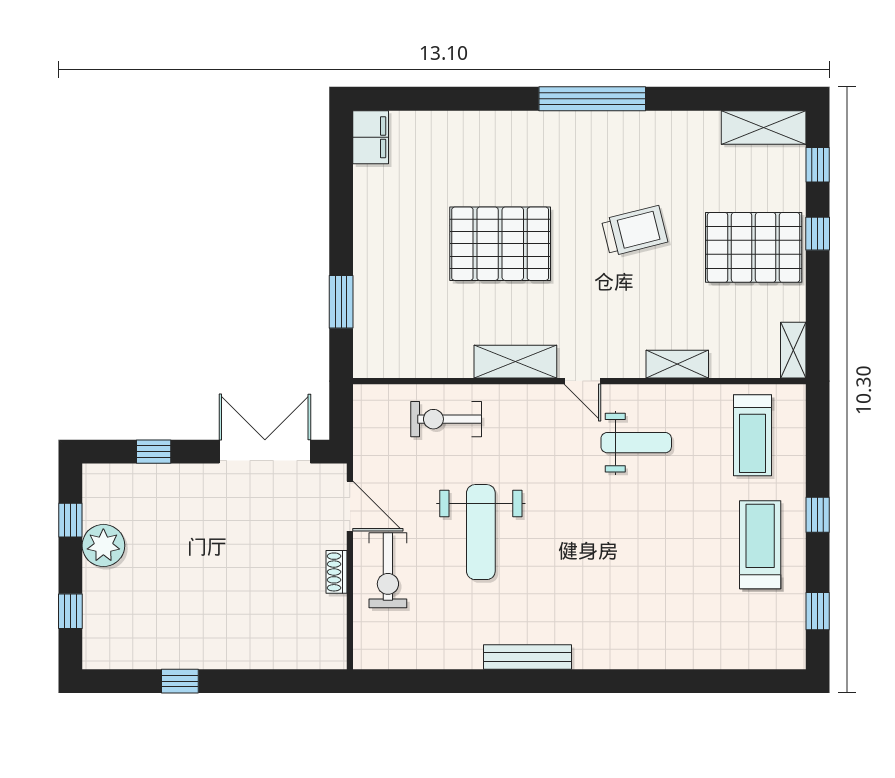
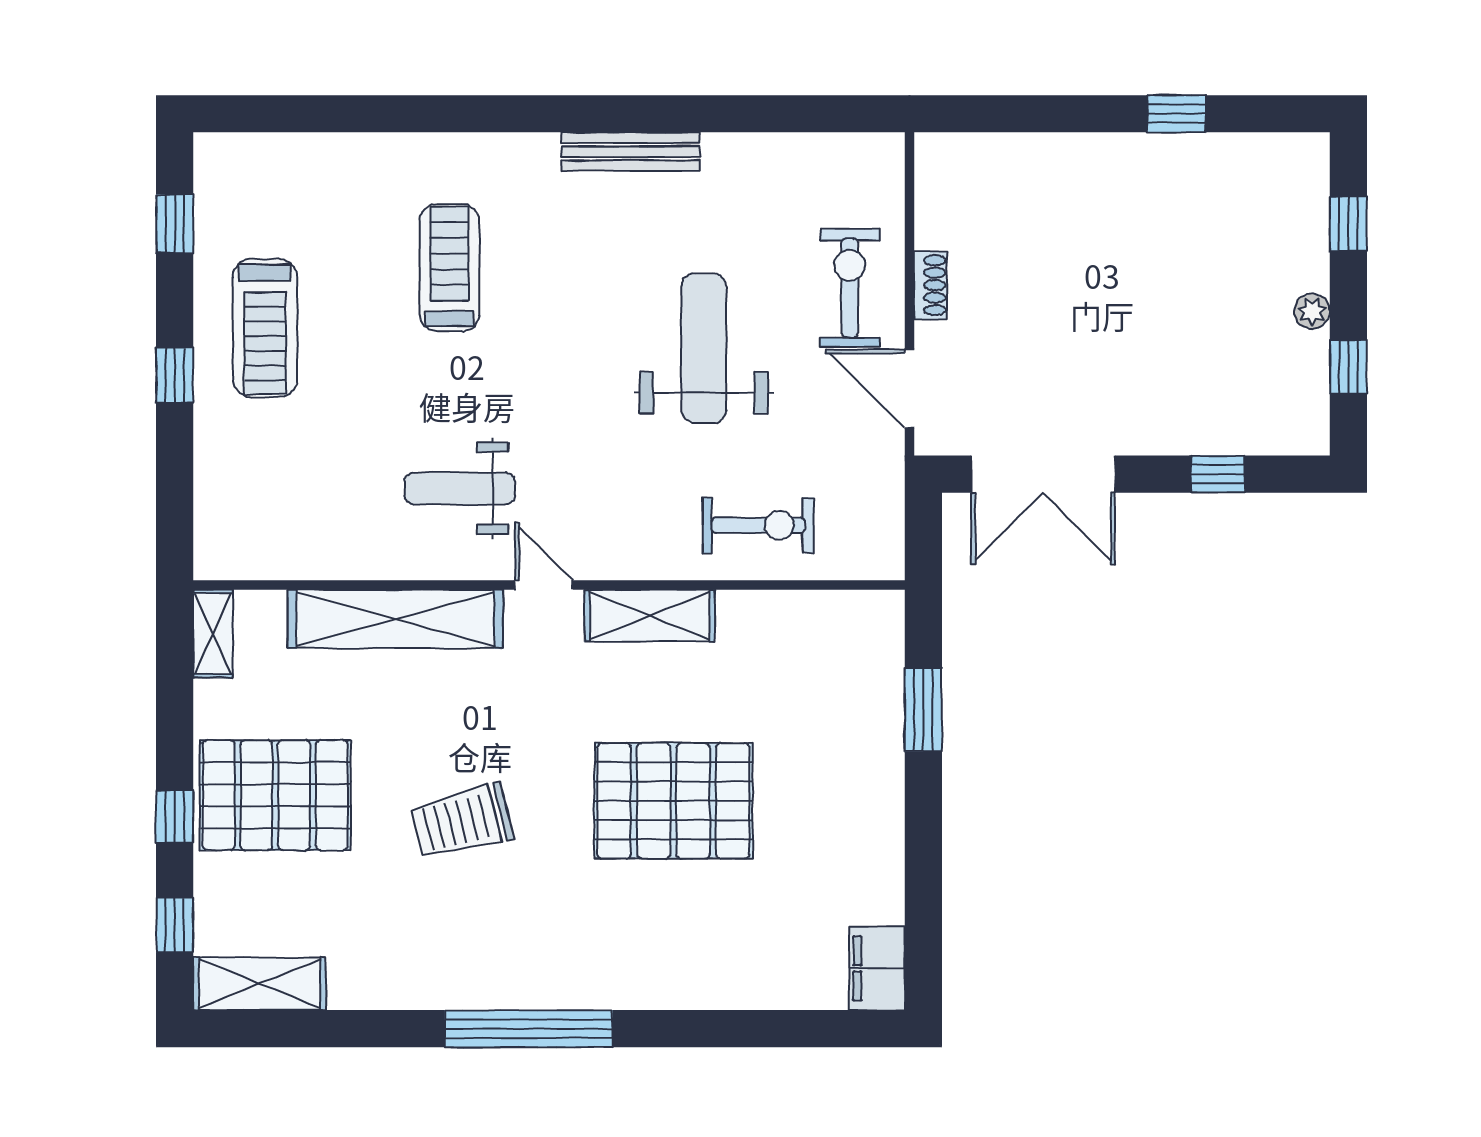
shelving: (677, 364) -> (395, 619), width x2.20, depth x1.33
treadmill: (753, 435) -> (449, 268), moved
plant: (103, 545) -> (1312, 311), width x0.53, depth x0.53

